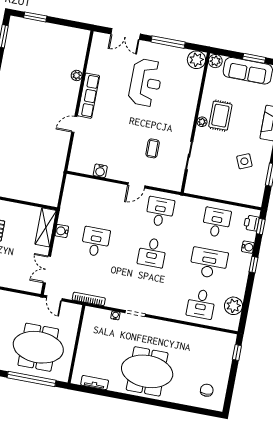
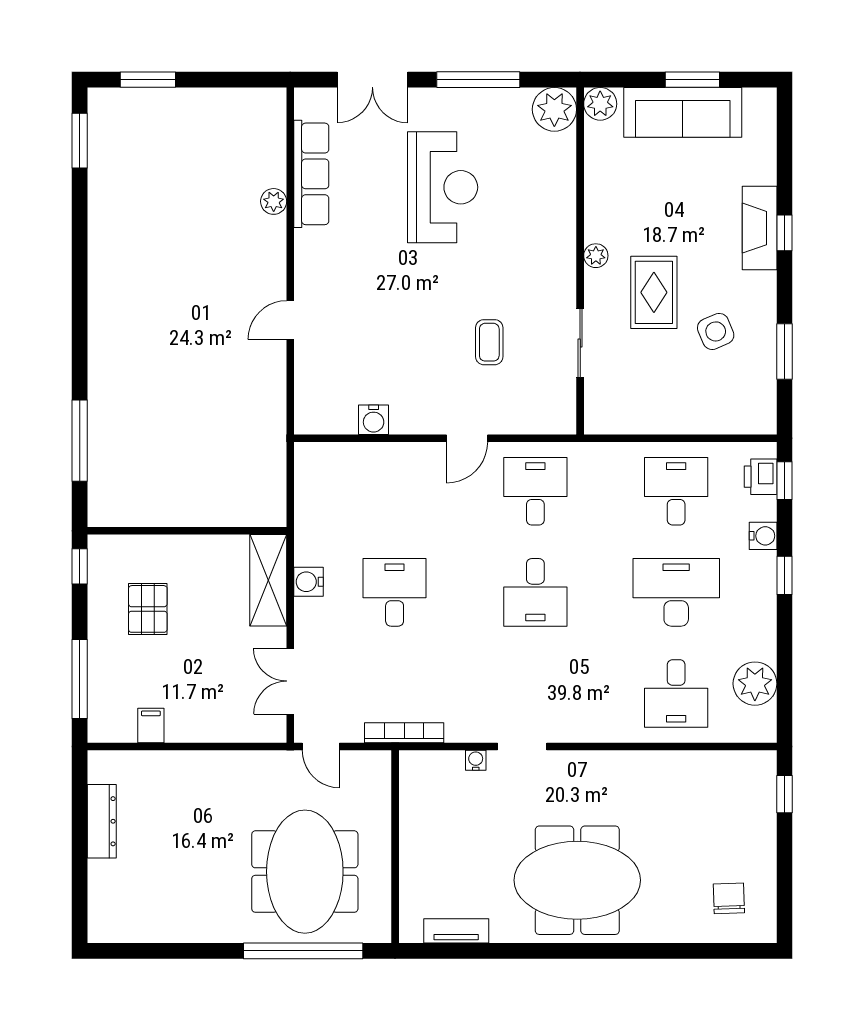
row of seats: (88, 96) -> (311, 174), moved
rug: (220, 116) -> (654, 292), moved
meeting table: (38, 347) -> (305, 872), turned 90

